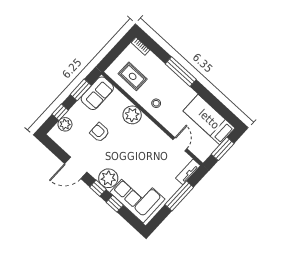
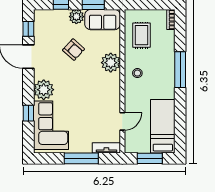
plant: (65, 124) -> (76, 17), moved
armchair: (100, 132) -> (73, 50), turned 132
window: (98, 188) -> (28, 29), moved

